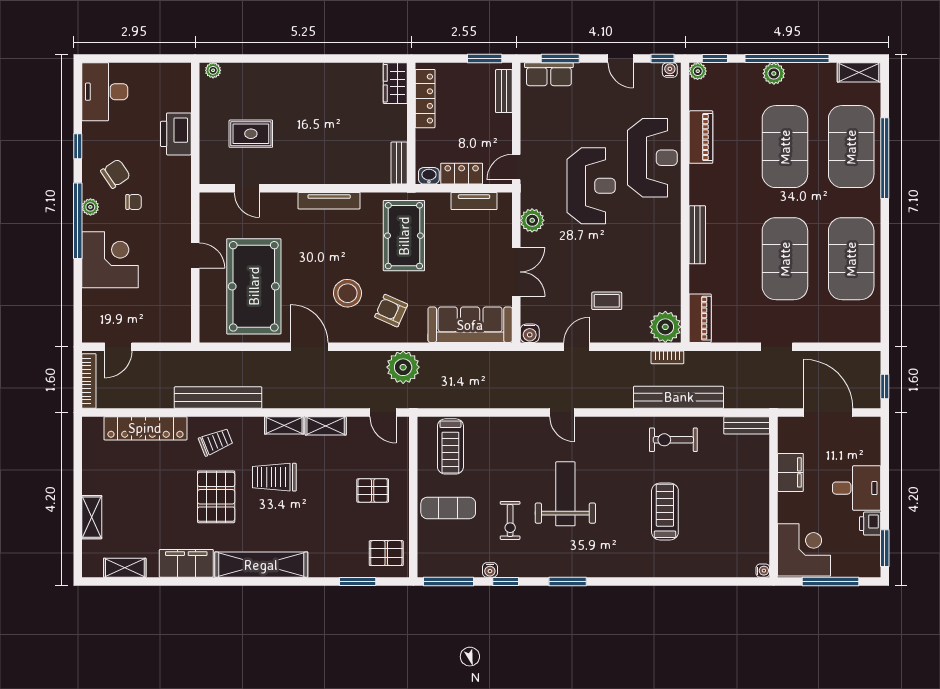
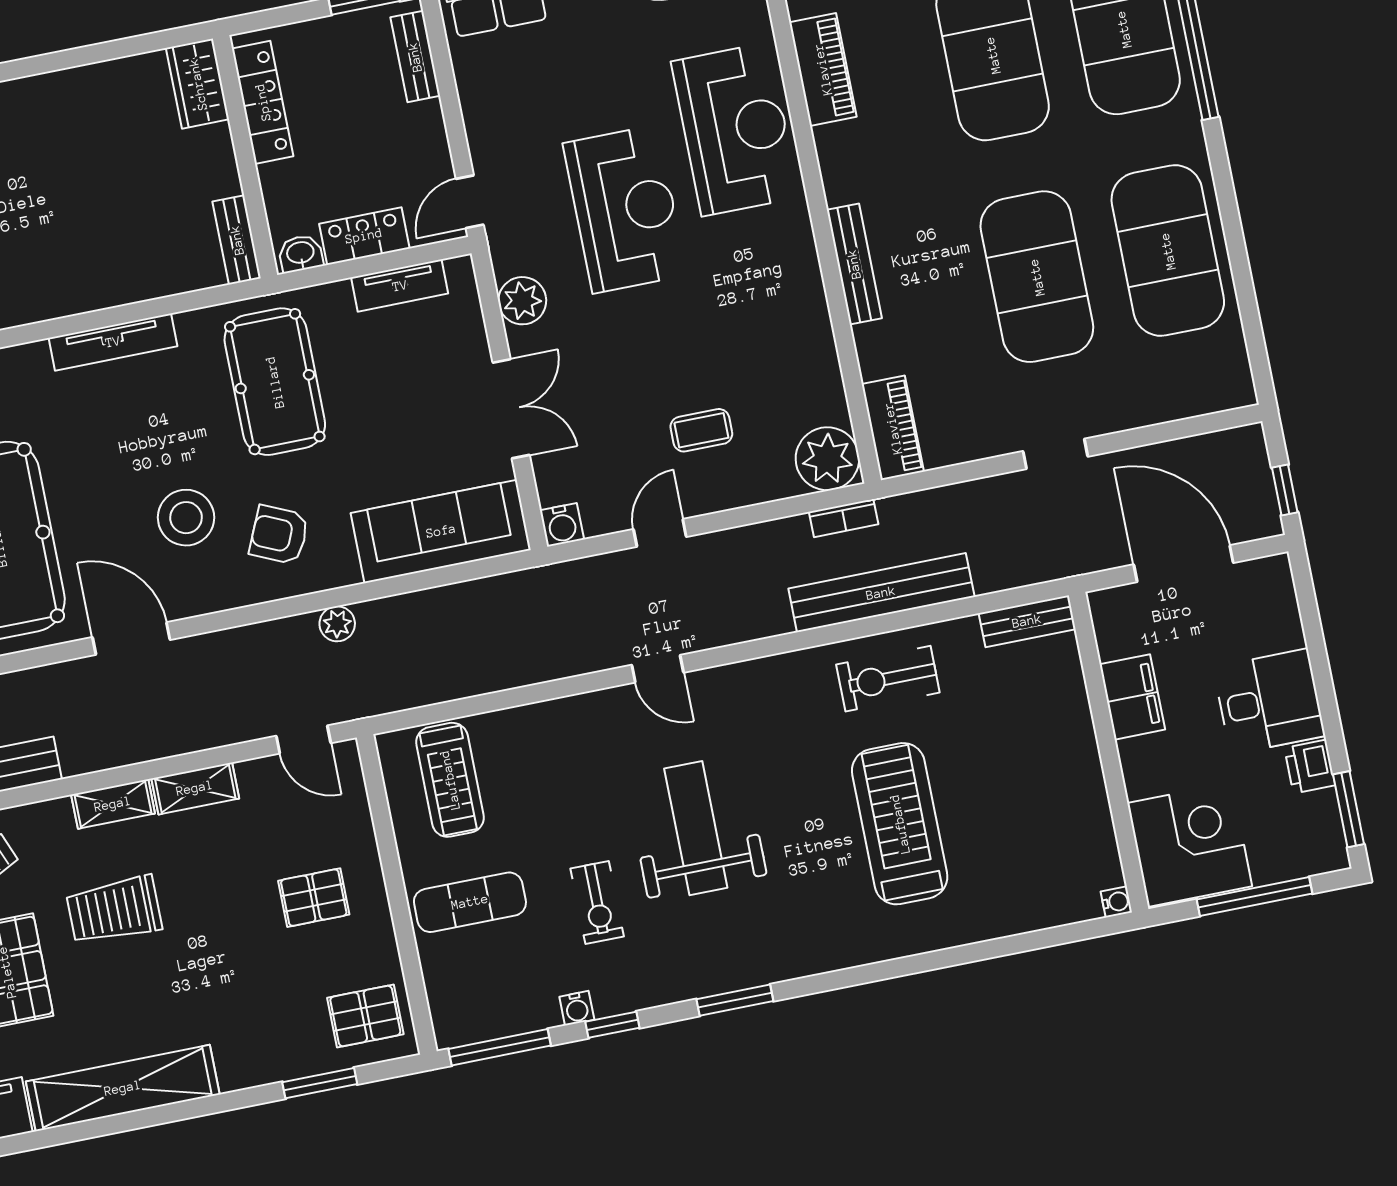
plant: (403, 367) -> (337, 624), width x0.53, depth x0.53
treadmill: (665, 511) -> (900, 824), width x1.37, depth x1.38

